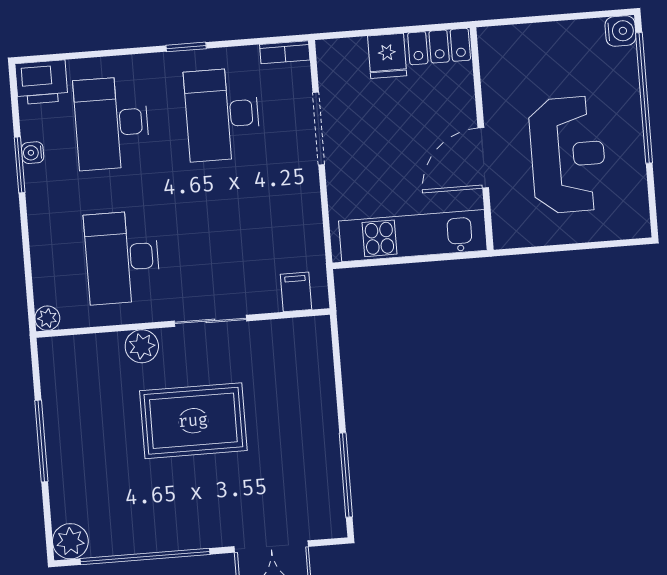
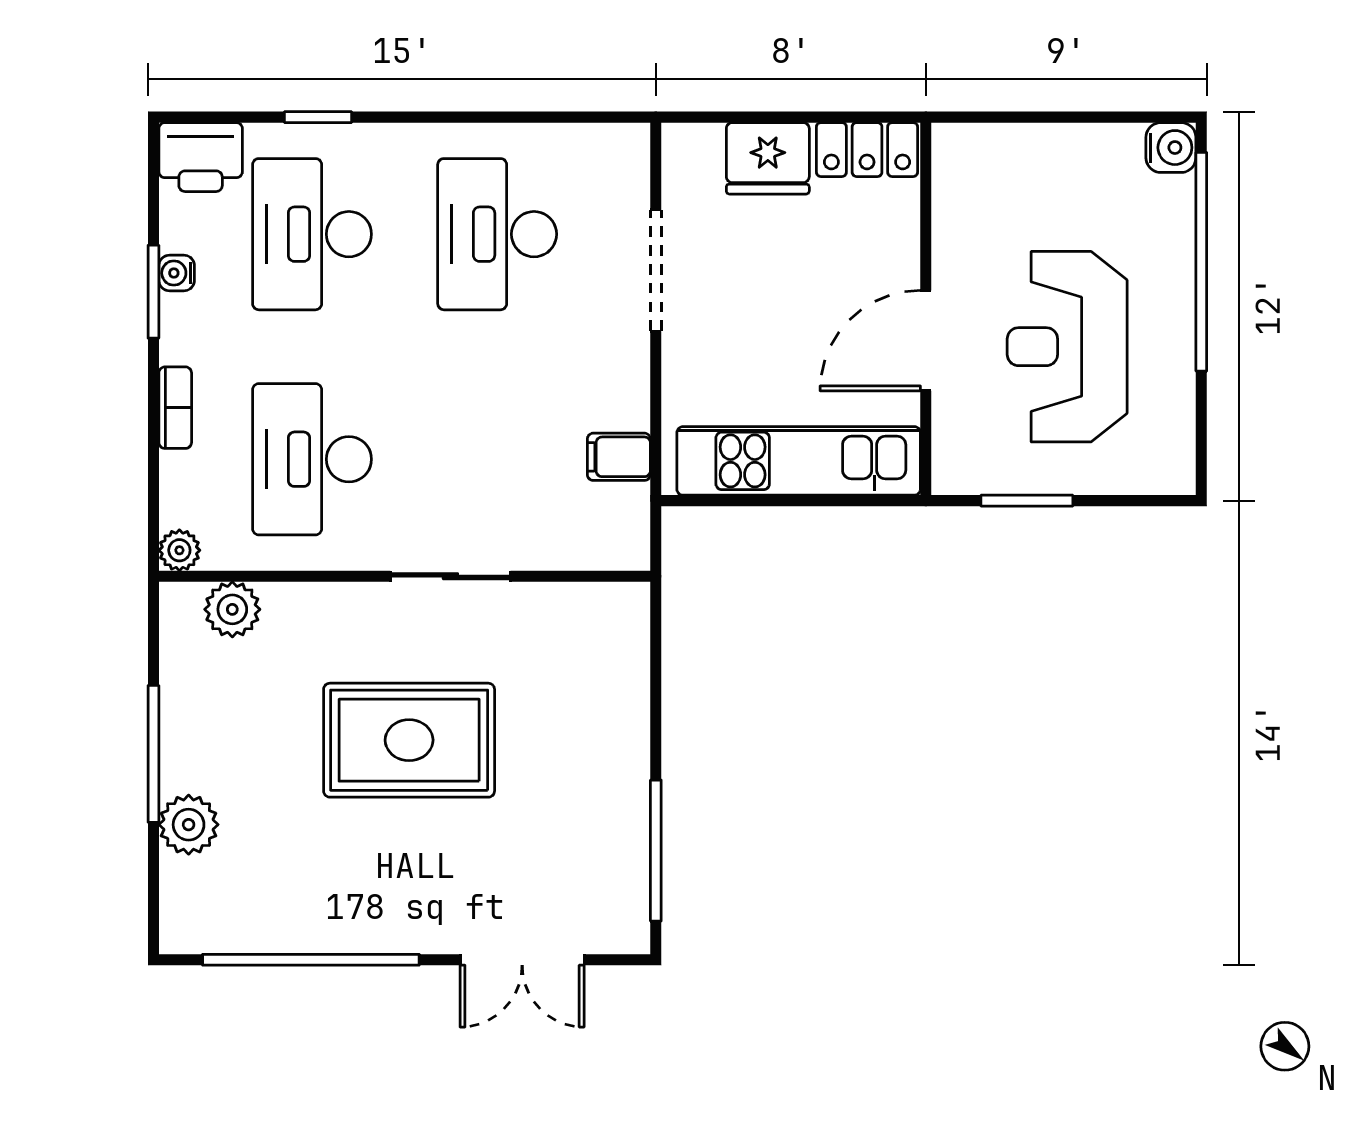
window: (186, 47) -> (318, 117), moved
bookcase: (285, 52) -> (175, 408), moved, turned -90
fridge: (387, 56) -> (768, 158), width x1.38
reception desk: (568, 155) -> (1067, 347), turned 180
window: (551, 249) -> (1027, 501), added
filing cabinet: (296, 292) -> (619, 457), moved, turned -90
plant: (142, 346) -> (232, 609), moved
plant: (70, 541) -> (189, 825), moved

